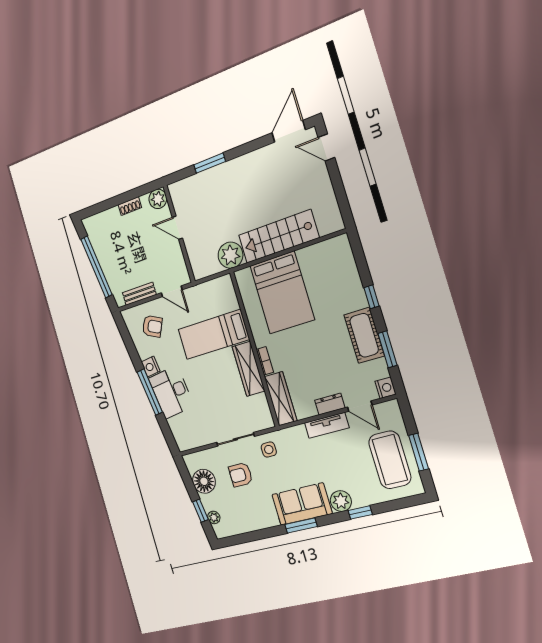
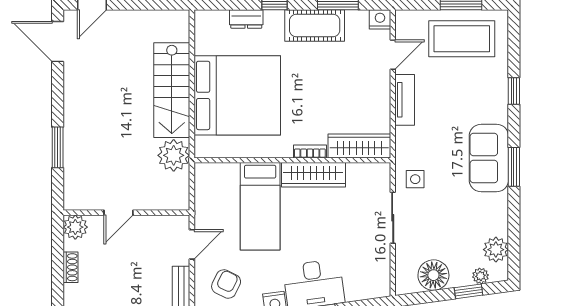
bed: (282, 293) -> (237, 95), width x1.36
dresser: (330, 404) -> (246, 19), moved, turned -90
armchair: (241, 475) -> (437, 224), removed
plant: (341, 501) -> (496, 250), moved

